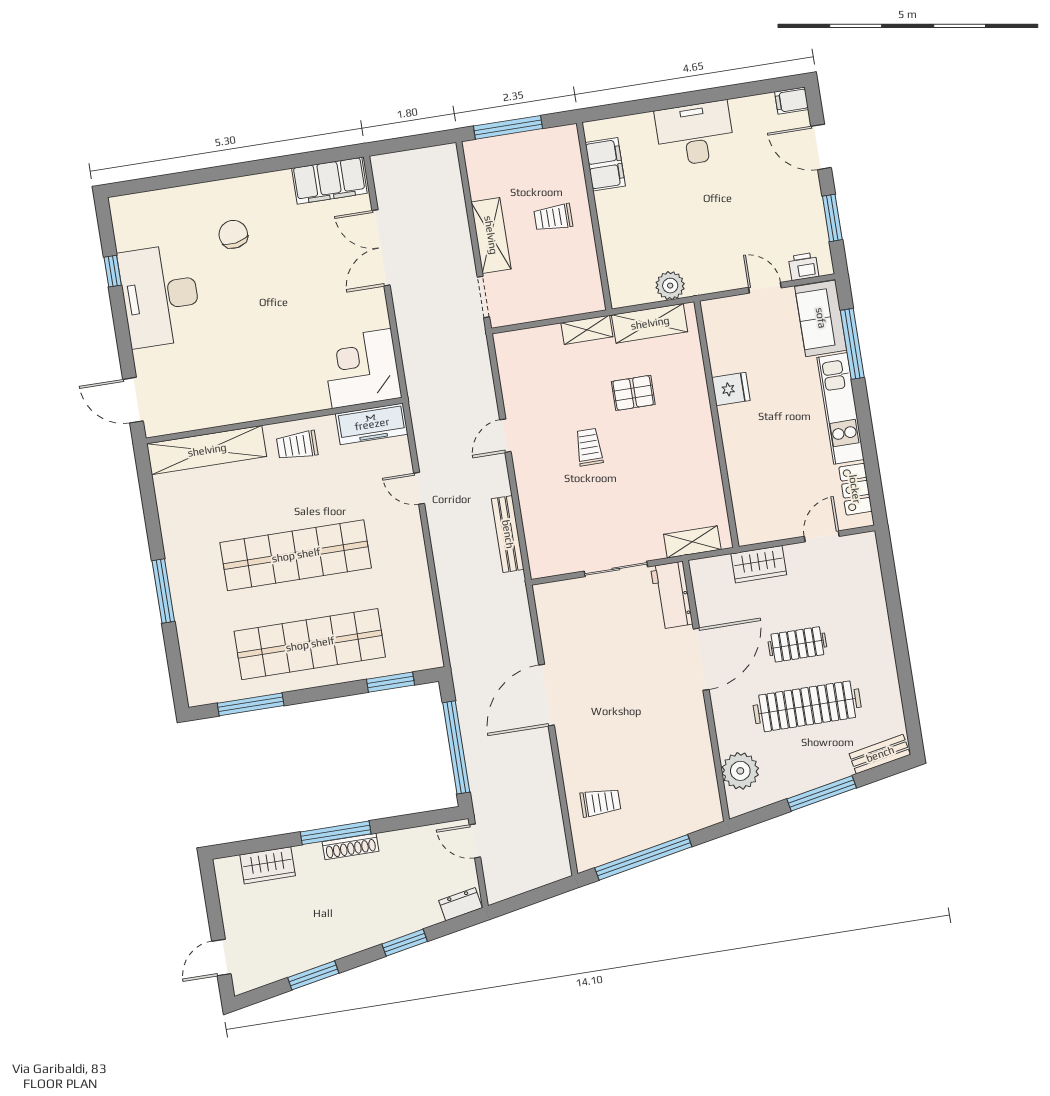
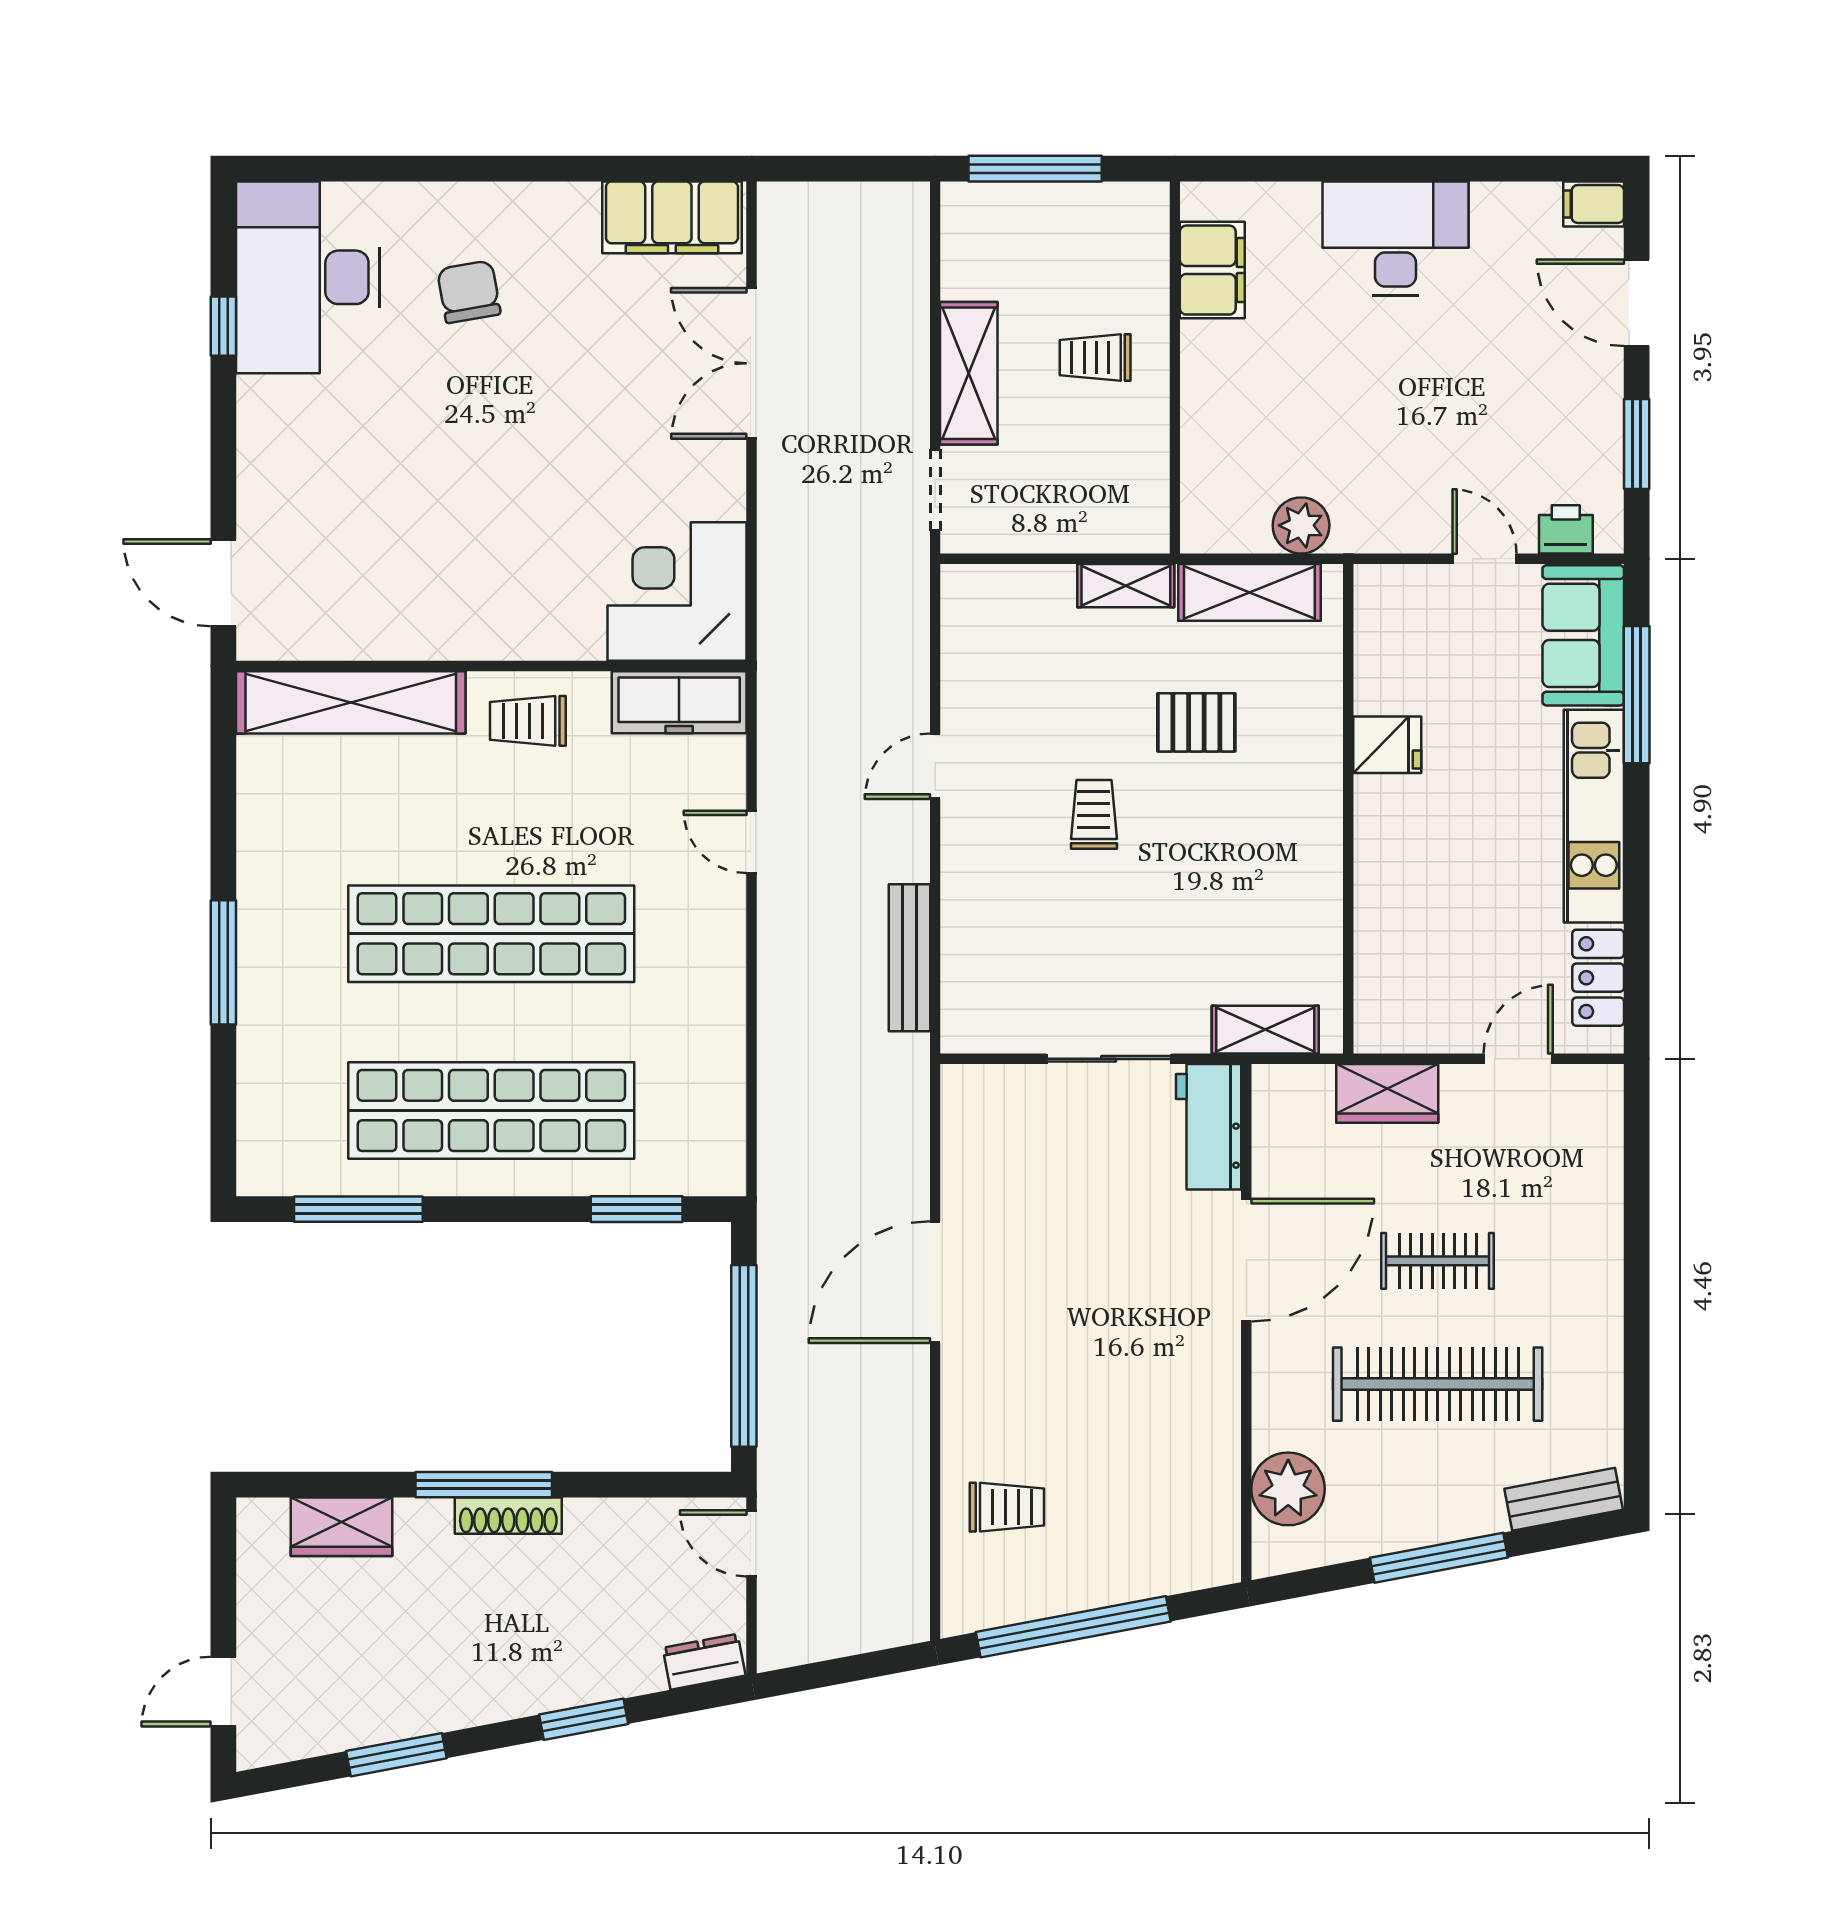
desk: (160, 296) -> (308, 277), moved

